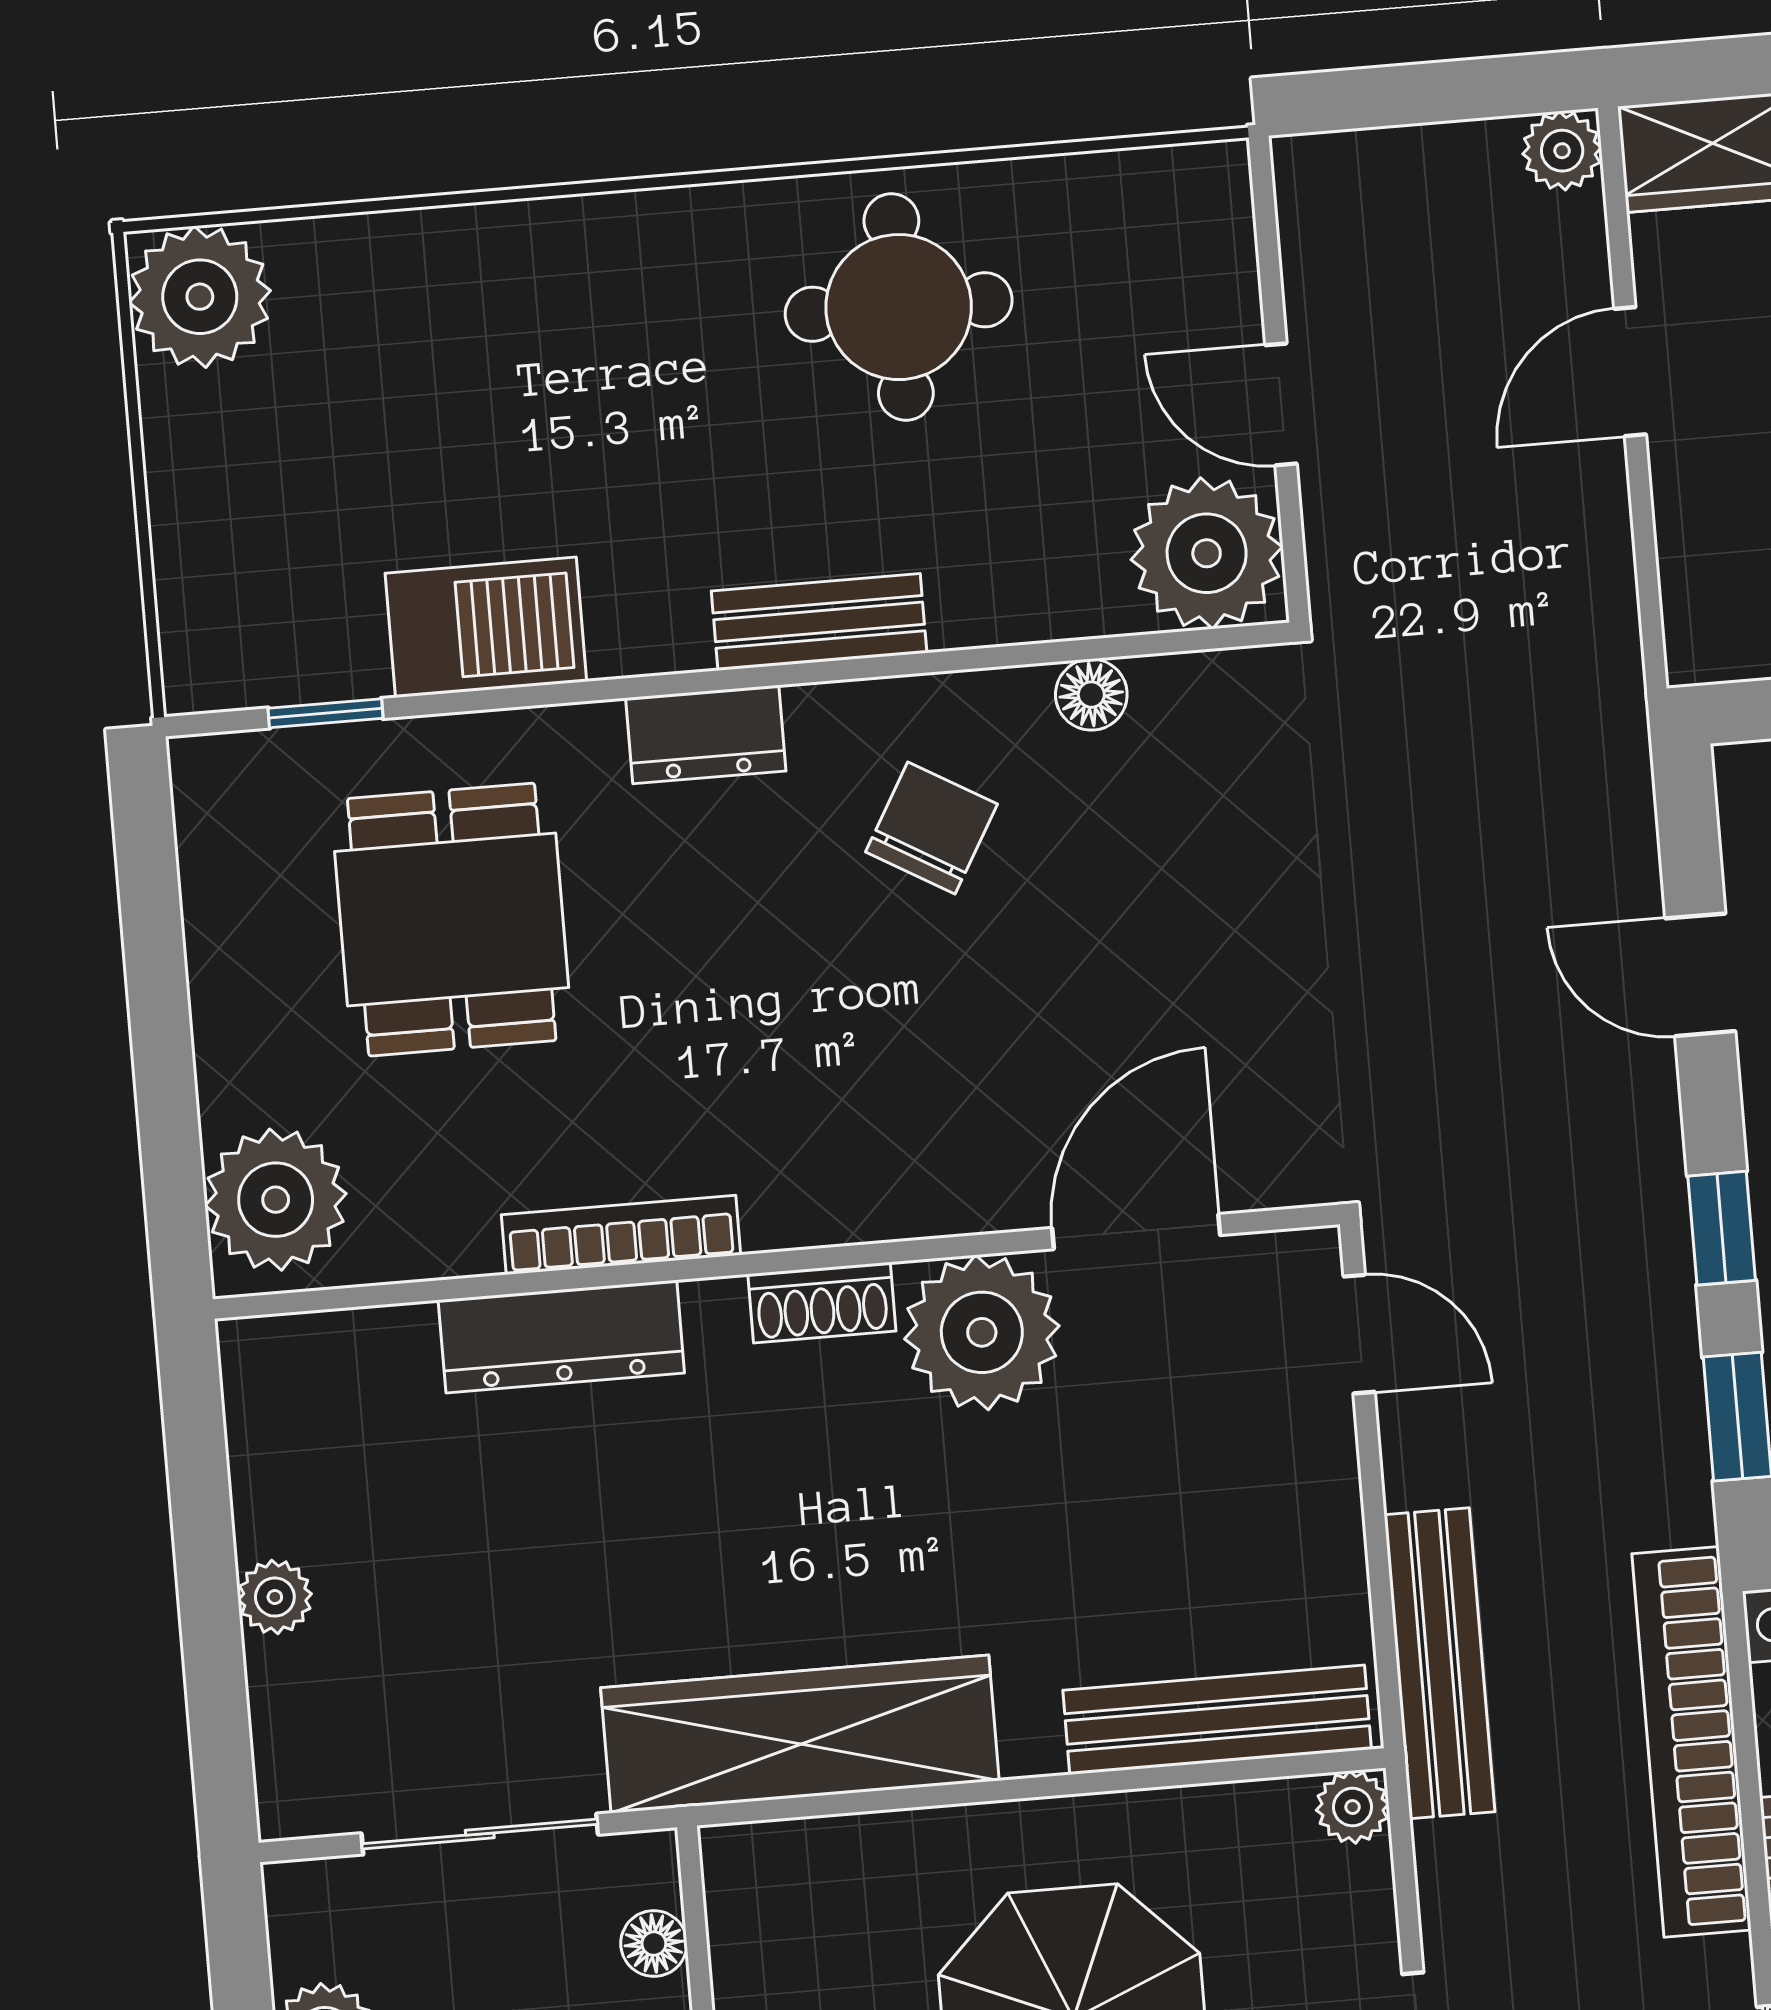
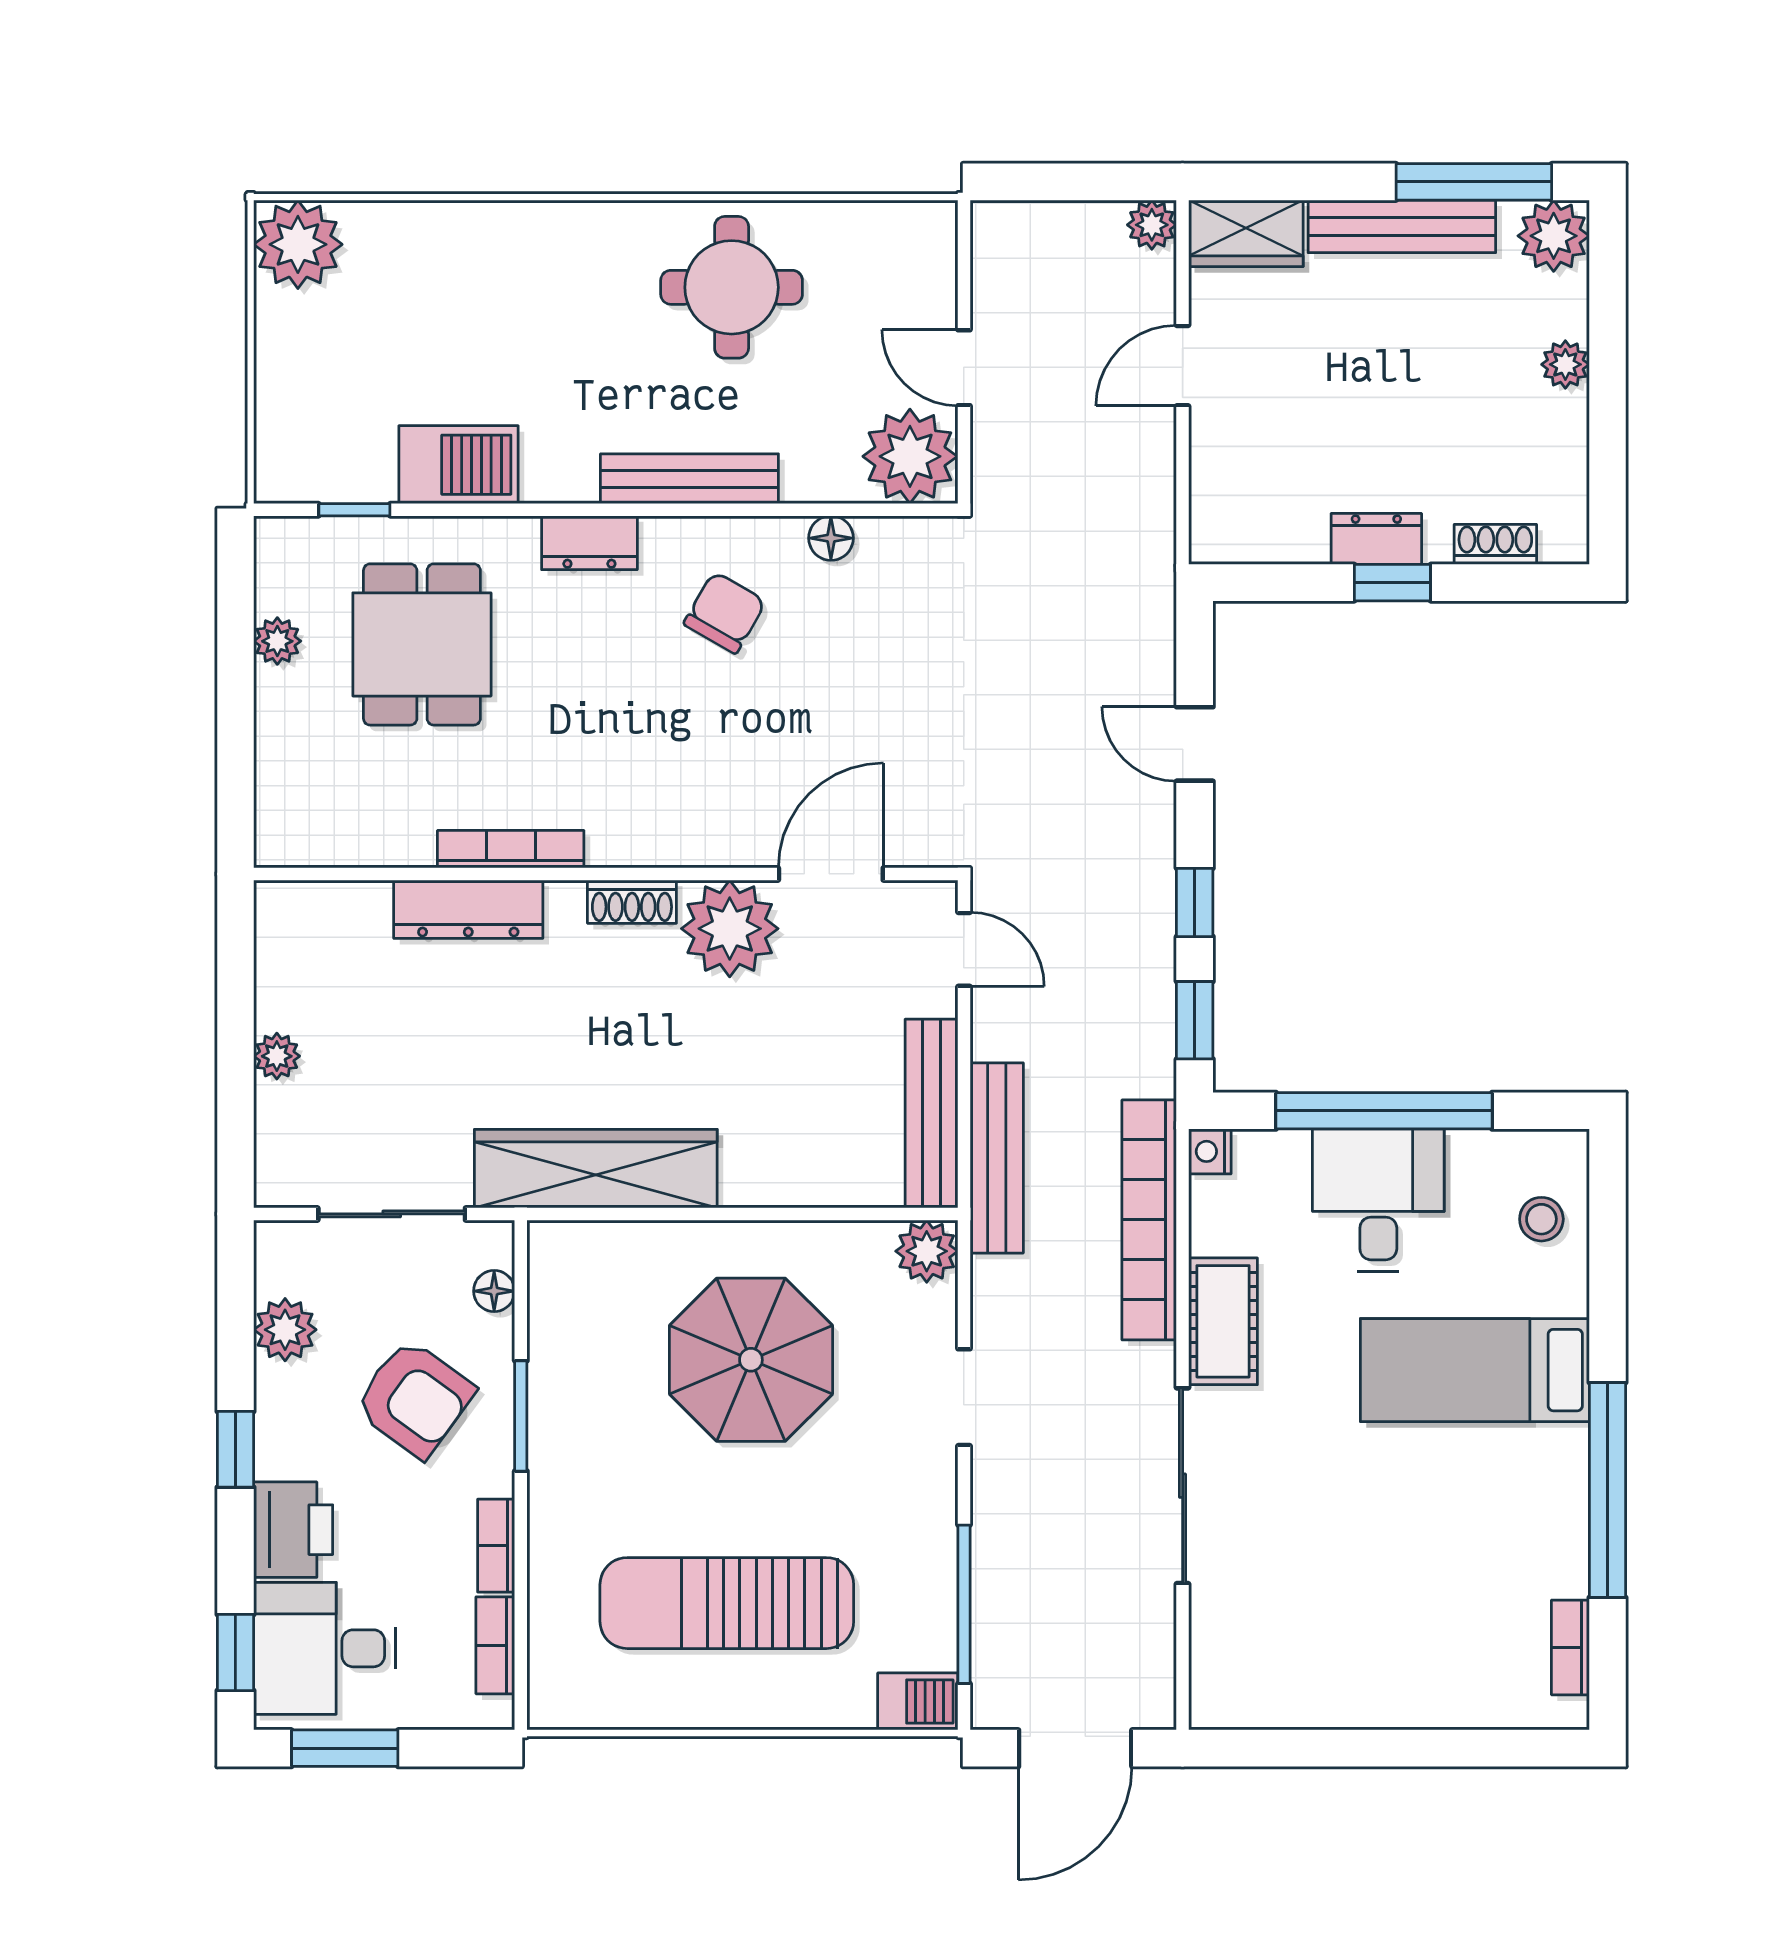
bench: (819, 622) -> (689, 479), width x1.36
plant: (276, 1200) -> (277, 641), moved, width x0.53, depth x0.53
bench: (1217, 1720) -> (931, 1114), moved, turned 90
plant: (1353, 1807) -> (927, 1251), width x1.38, depth x1.38

